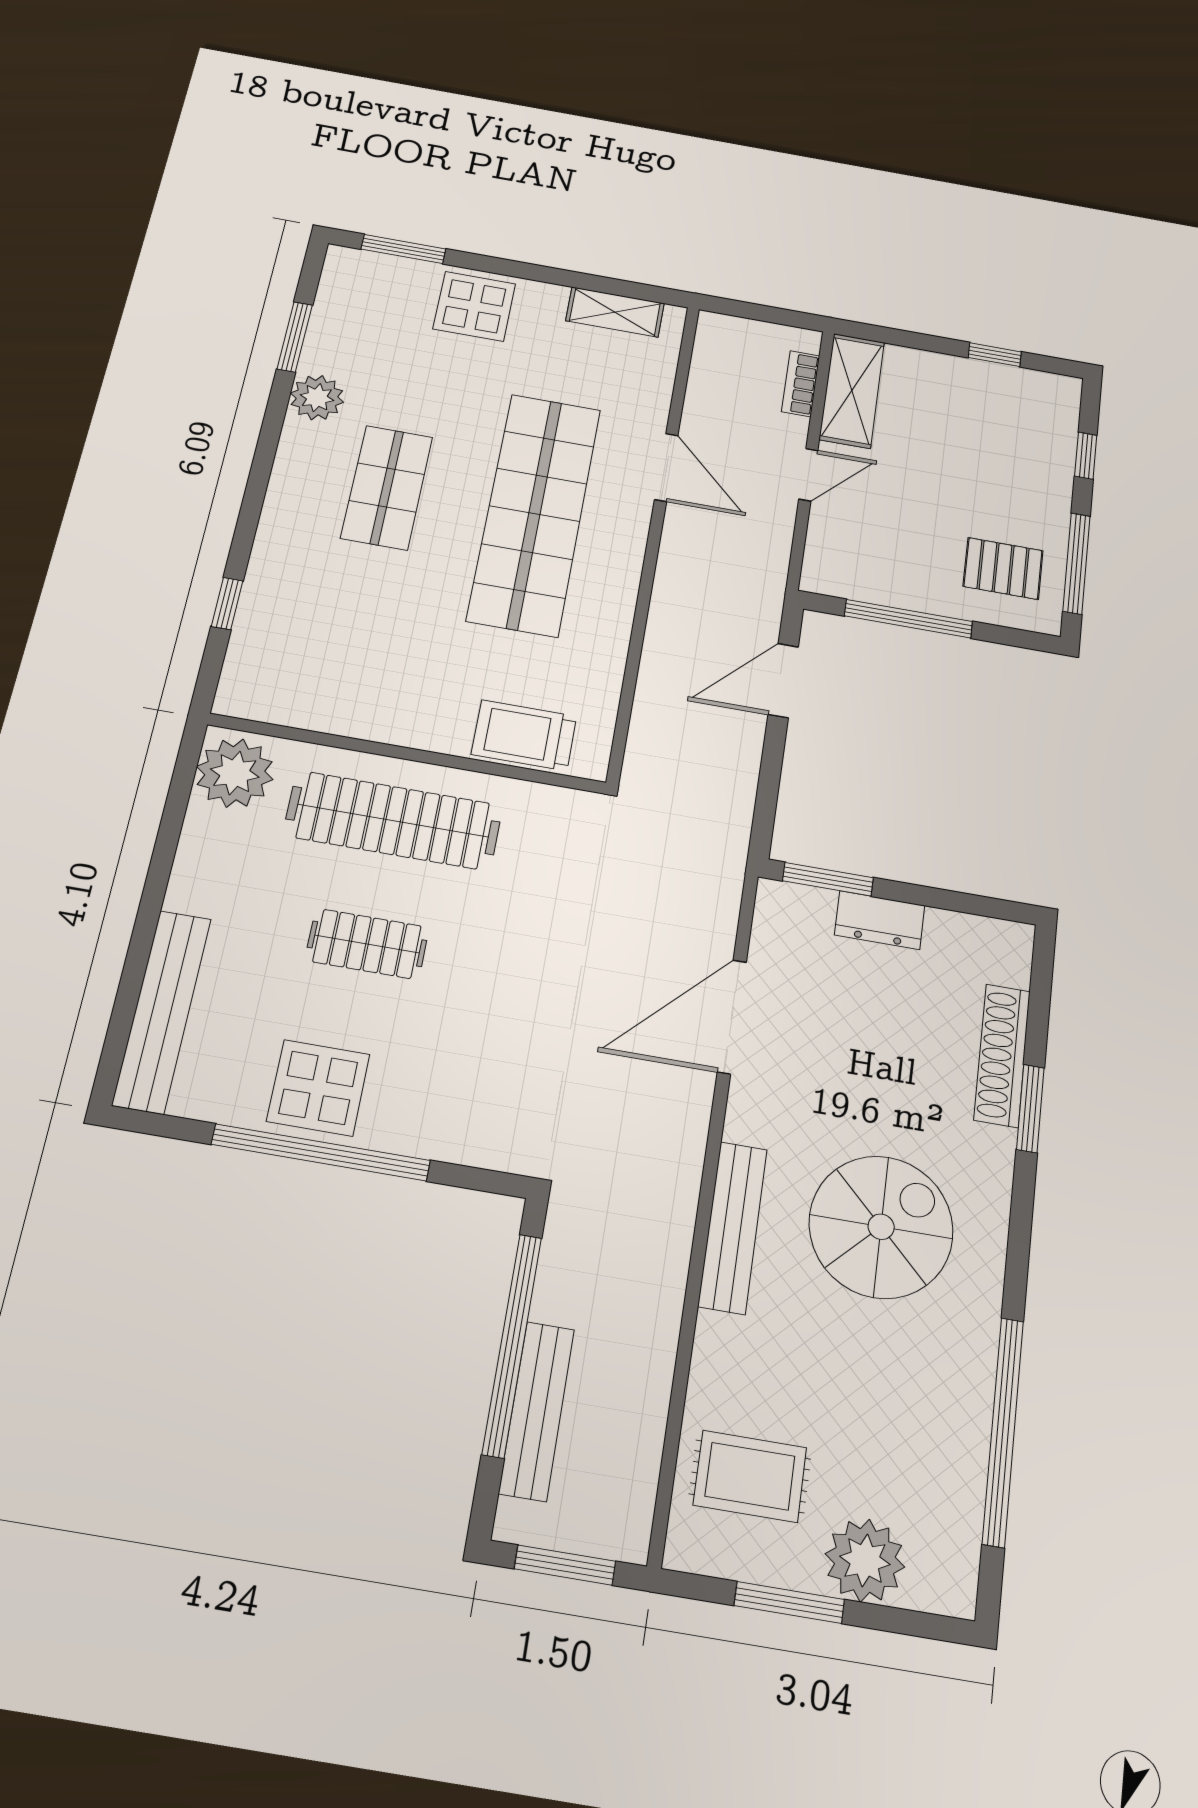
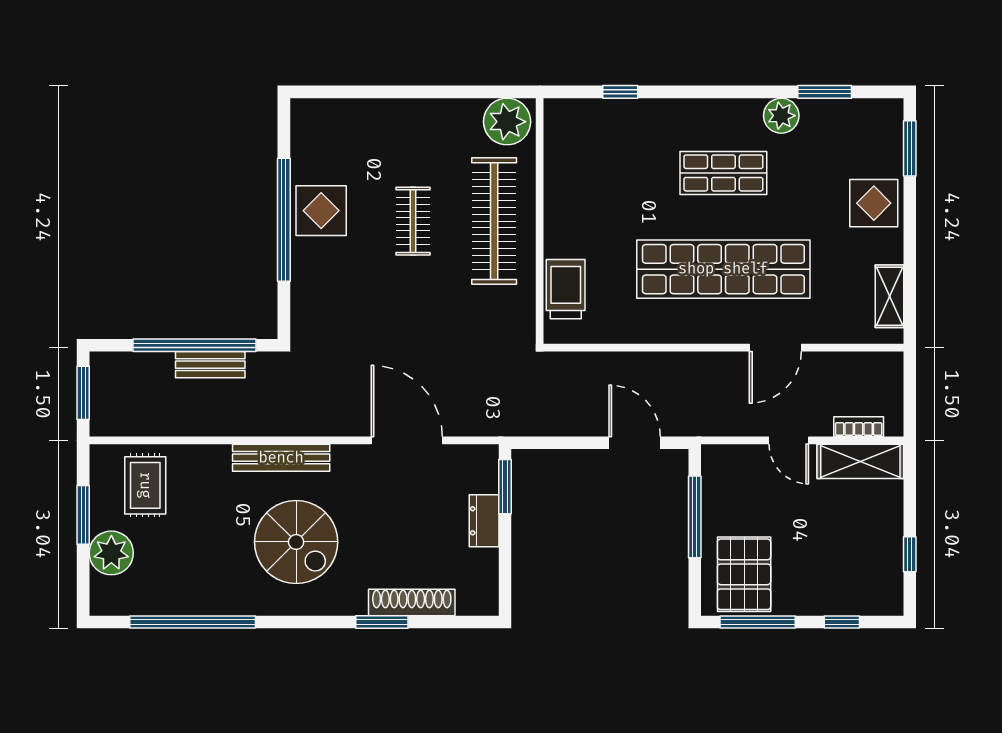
pallet: (1003, 568) -> (744, 574), width x1.50, depth x1.42
bench: (162, 1011) -> (351, 113), removed
bench: (537, 1411) -> (210, 365), moved, width x0.73

